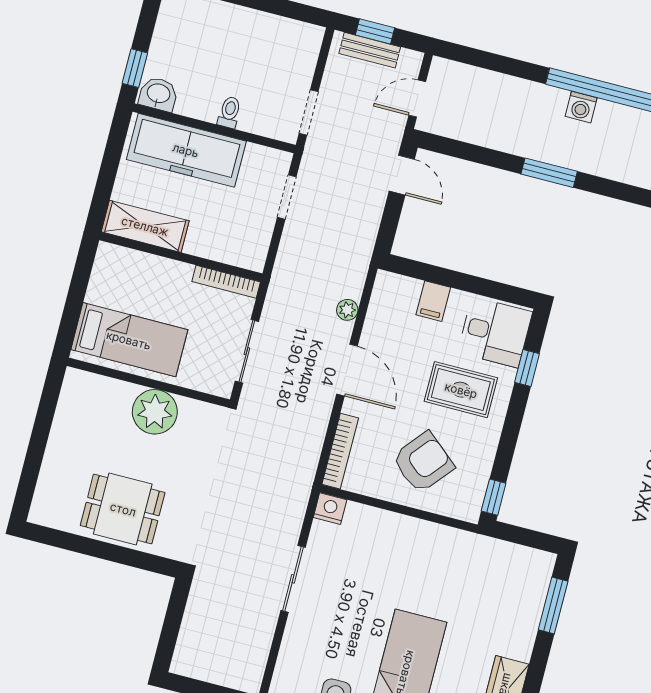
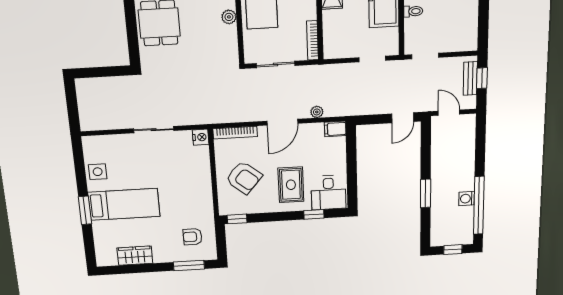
filing cabinet: (433, 301) -> (335, 129), moved
plant: (155, 412) -> (229, 17), width x0.53, depth x0.53
armchair: (502, 581) -> (192, 237), added

